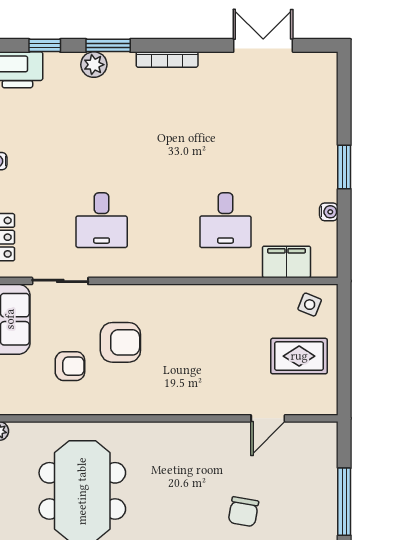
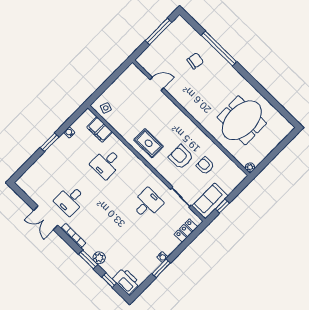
double door: (263, 45) -> (46, 218), moved
desk: (225, 109) -> (70, 200), added
desk: (225, 220) -> (106, 163), turned 180
rug: (299, 356) -> (149, 143), moved

